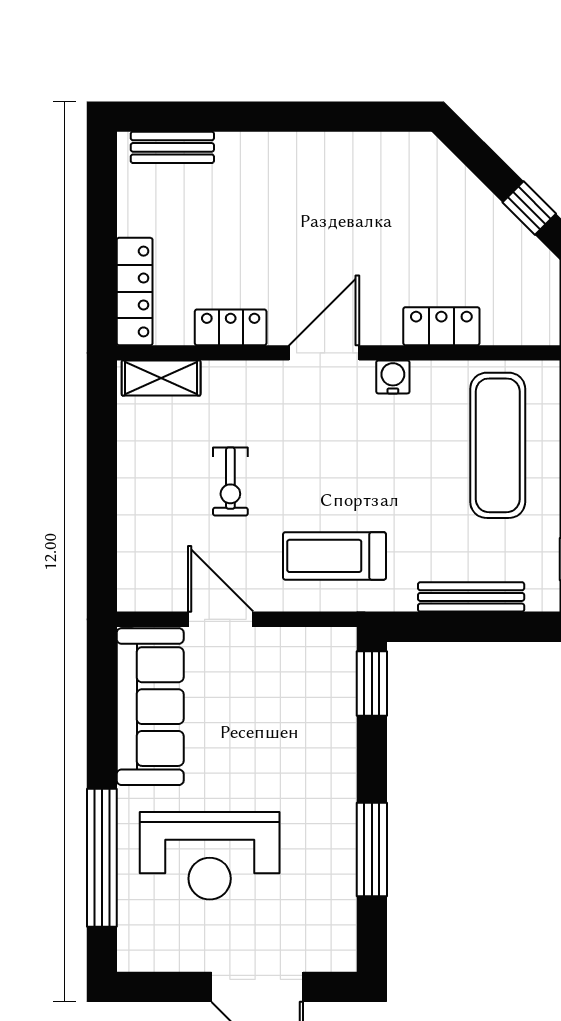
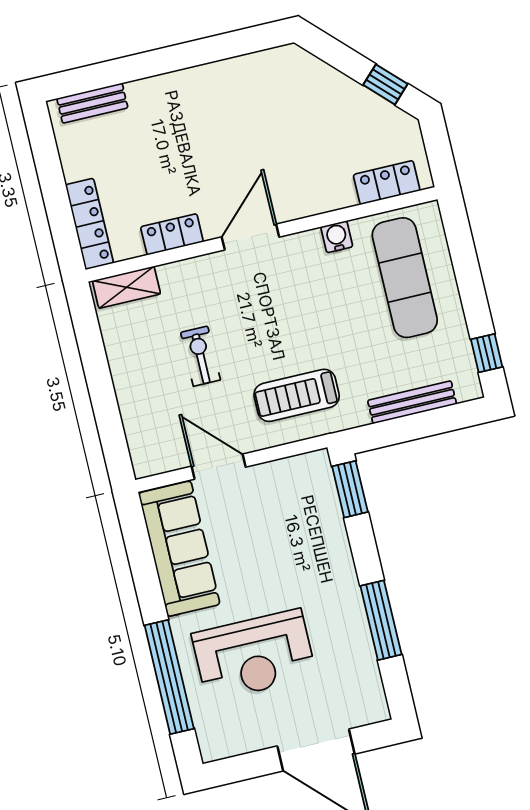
locker: (441, 326) -> (387, 183), moved
water cooler: (393, 377) -> (337, 237), moved
exercise bike: (230, 482) -> (201, 356), turned 180

